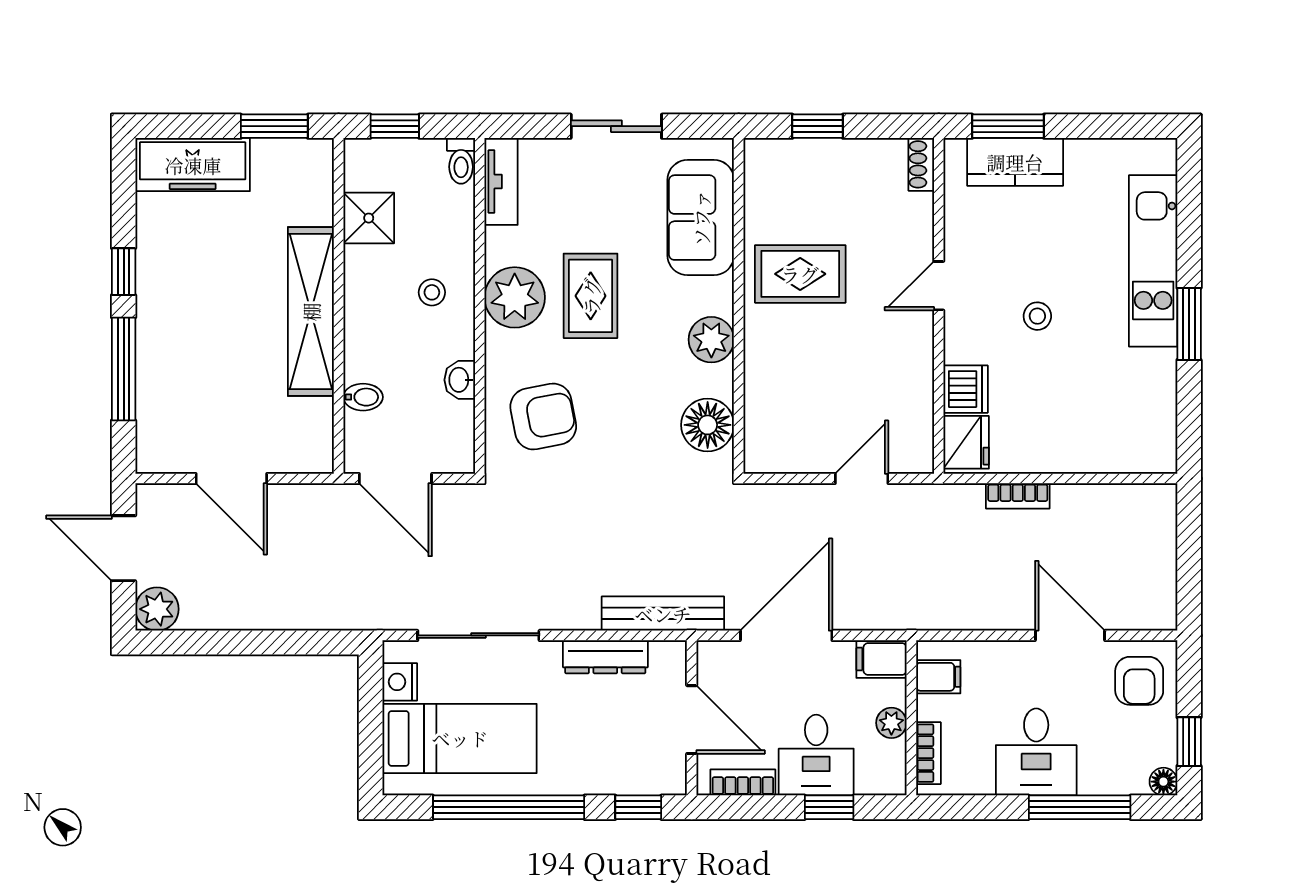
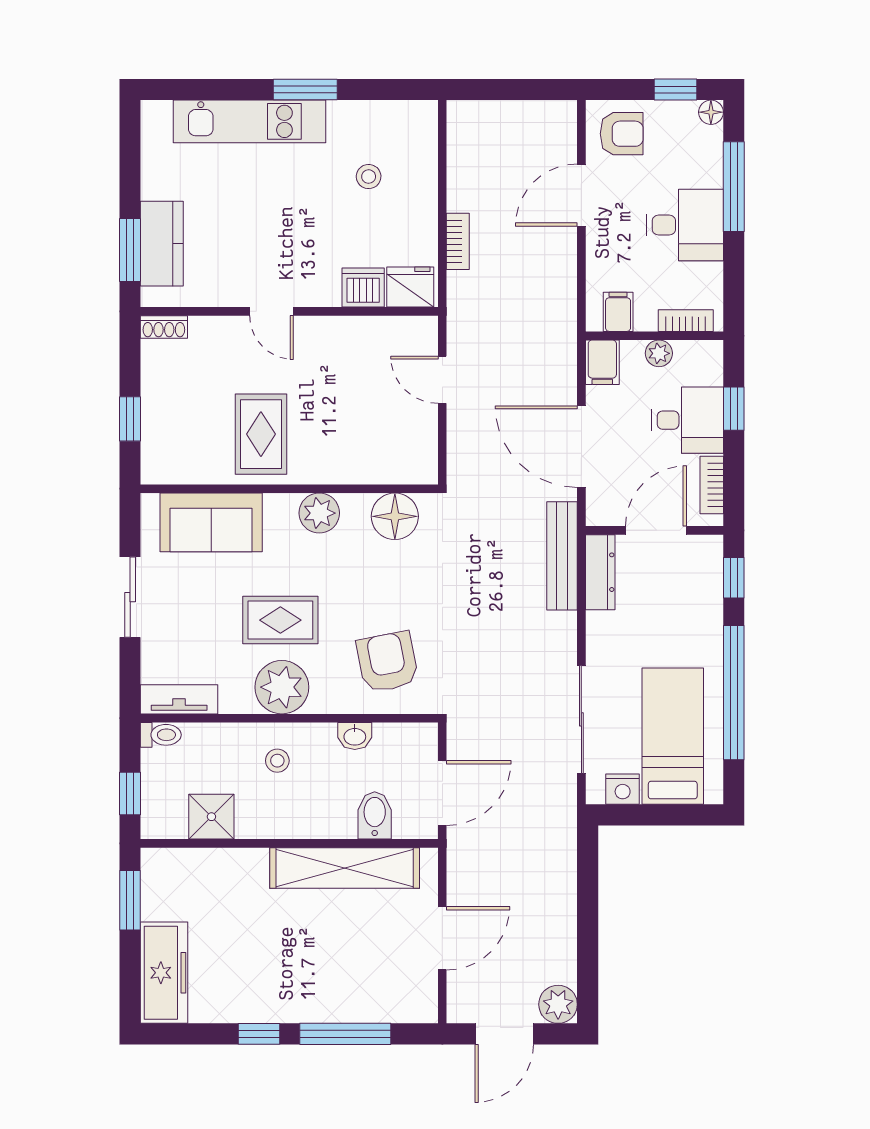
shelving: (311, 312) -> (345, 868), moved
stool: (1037, 316) -> (369, 177), moved
bidet: (363, 397) -> (375, 815), width x1.38, depth x1.36
dresser: (605, 657) -> (600, 572), moved

